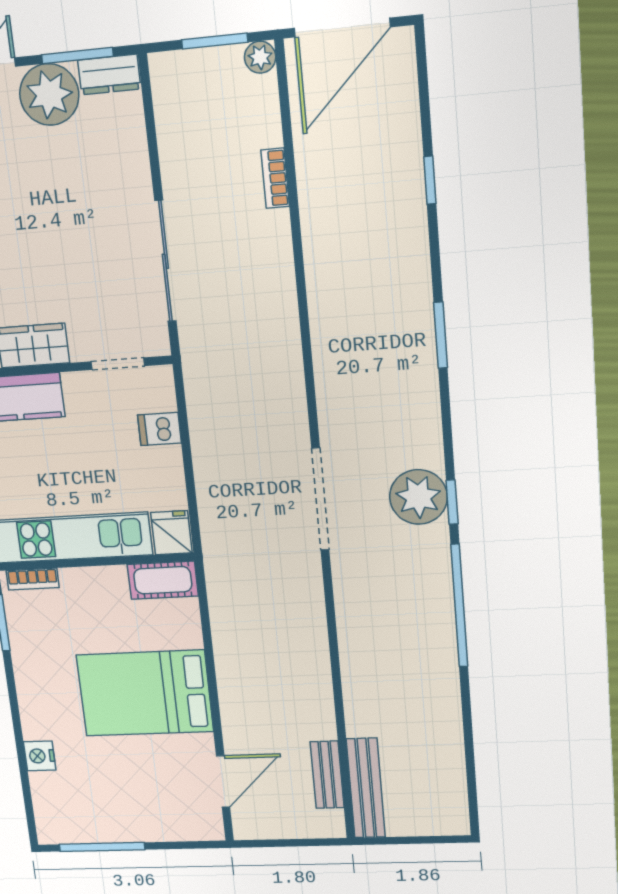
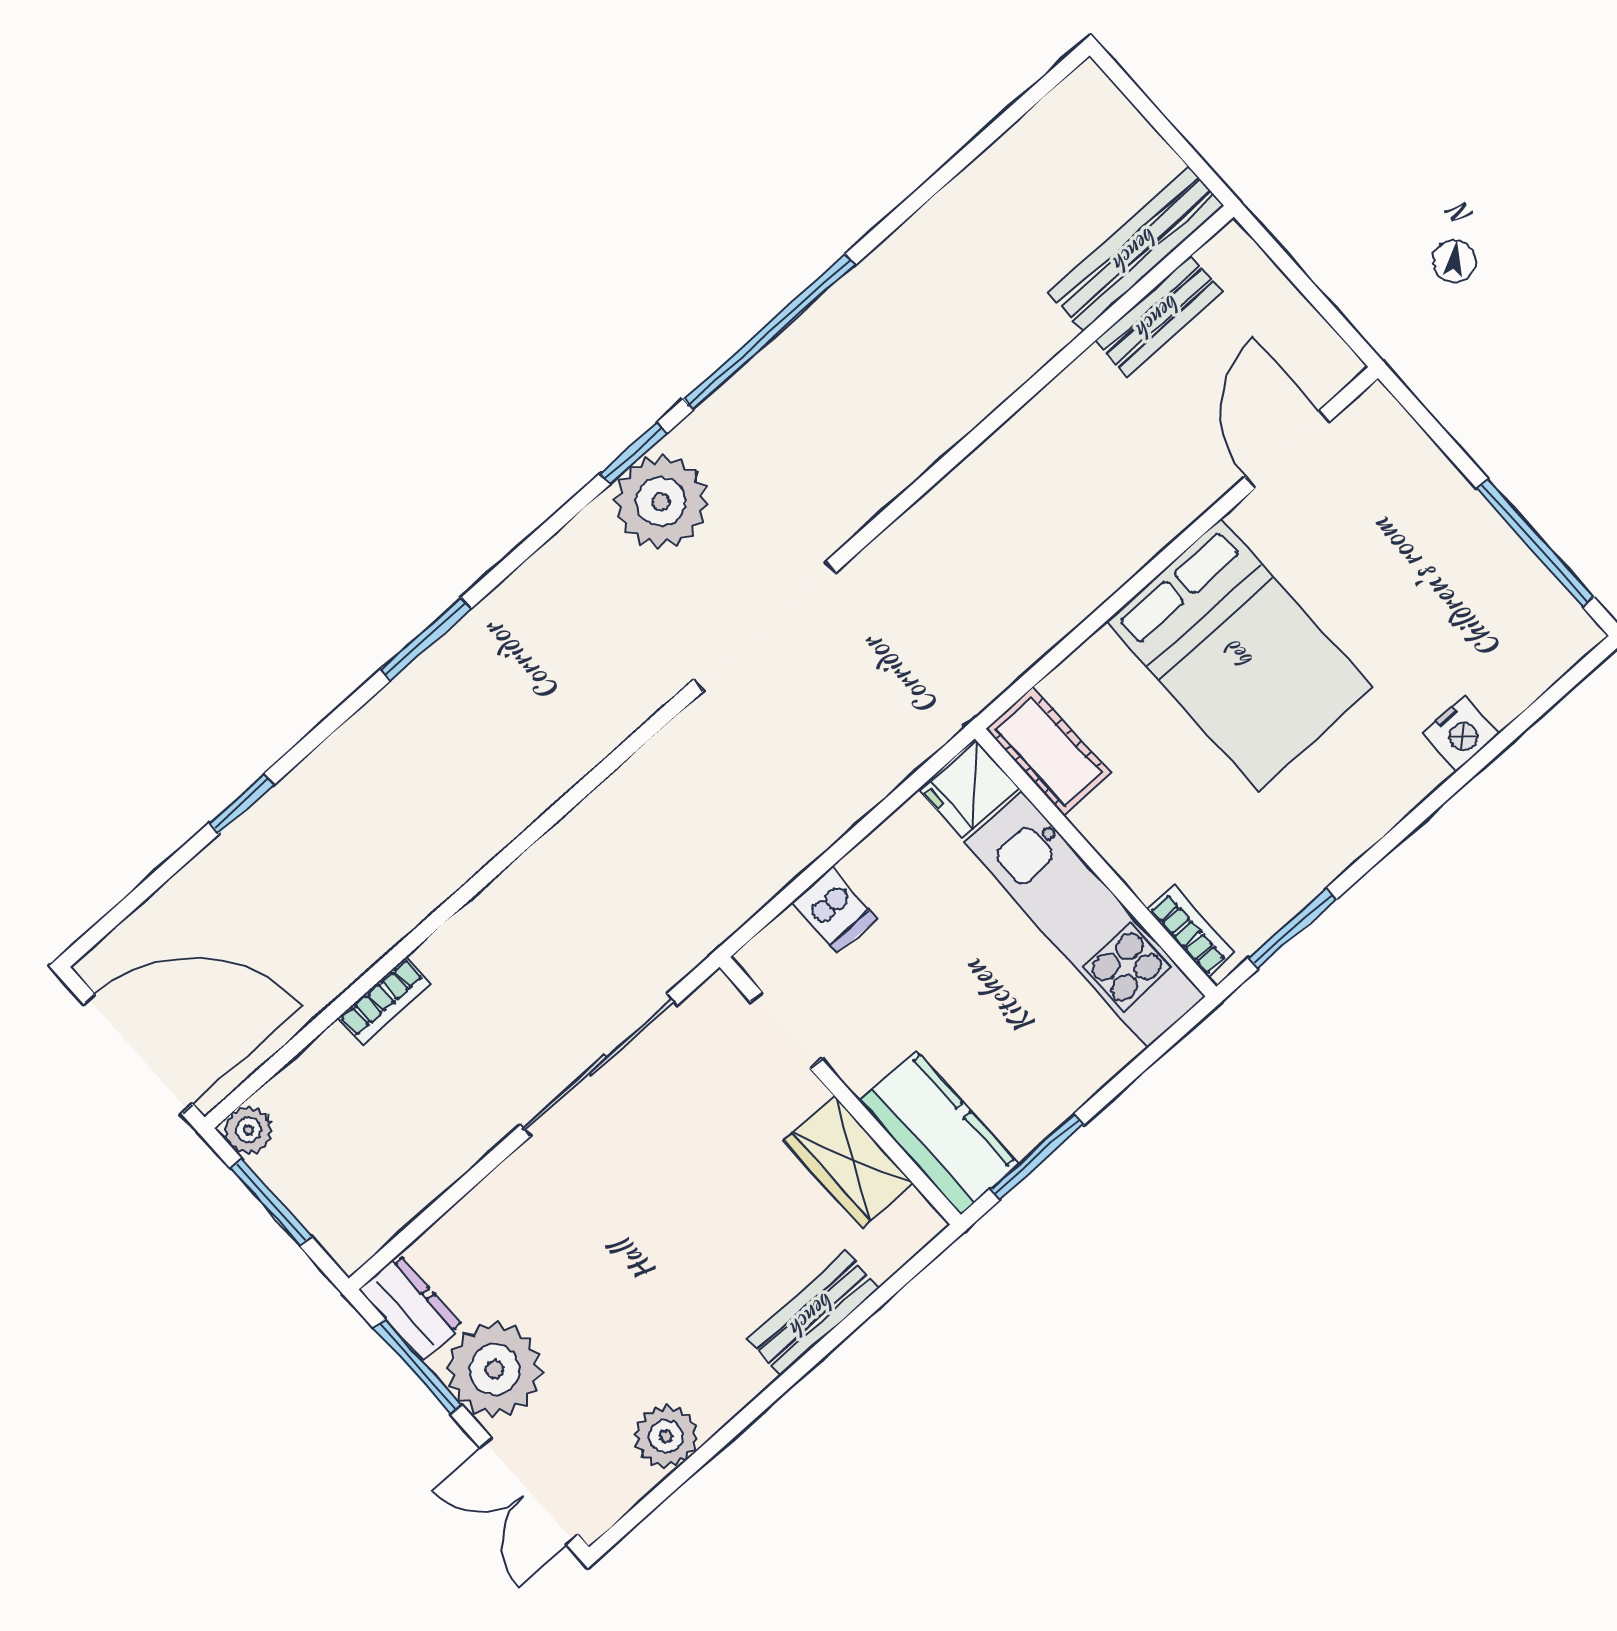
door: (223, 781) -> (1287, 449), hinge flipped

